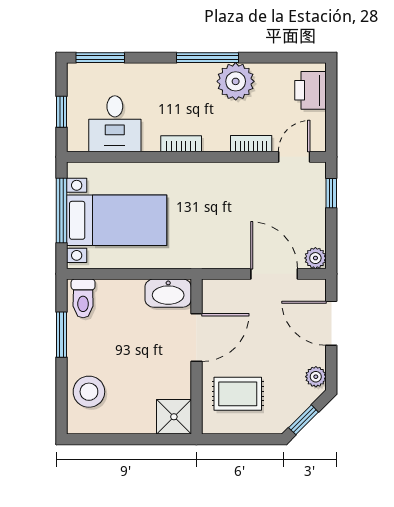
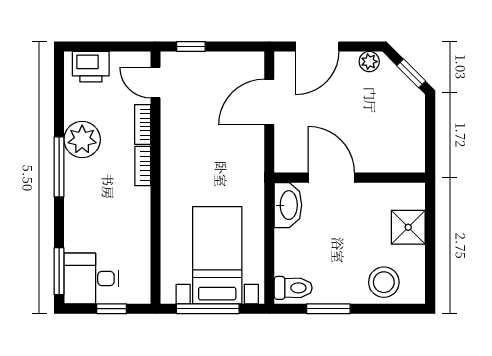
desk: (115, 124) -> (91, 279), moved, turned 180
bookcase: (181, 144) -> (143, 166), moved
plant: (315, 258) -> (254, 62), removed
rug: (238, 394) -> (386, 137), removed
shower: (174, 417) -> (408, 227), moved

